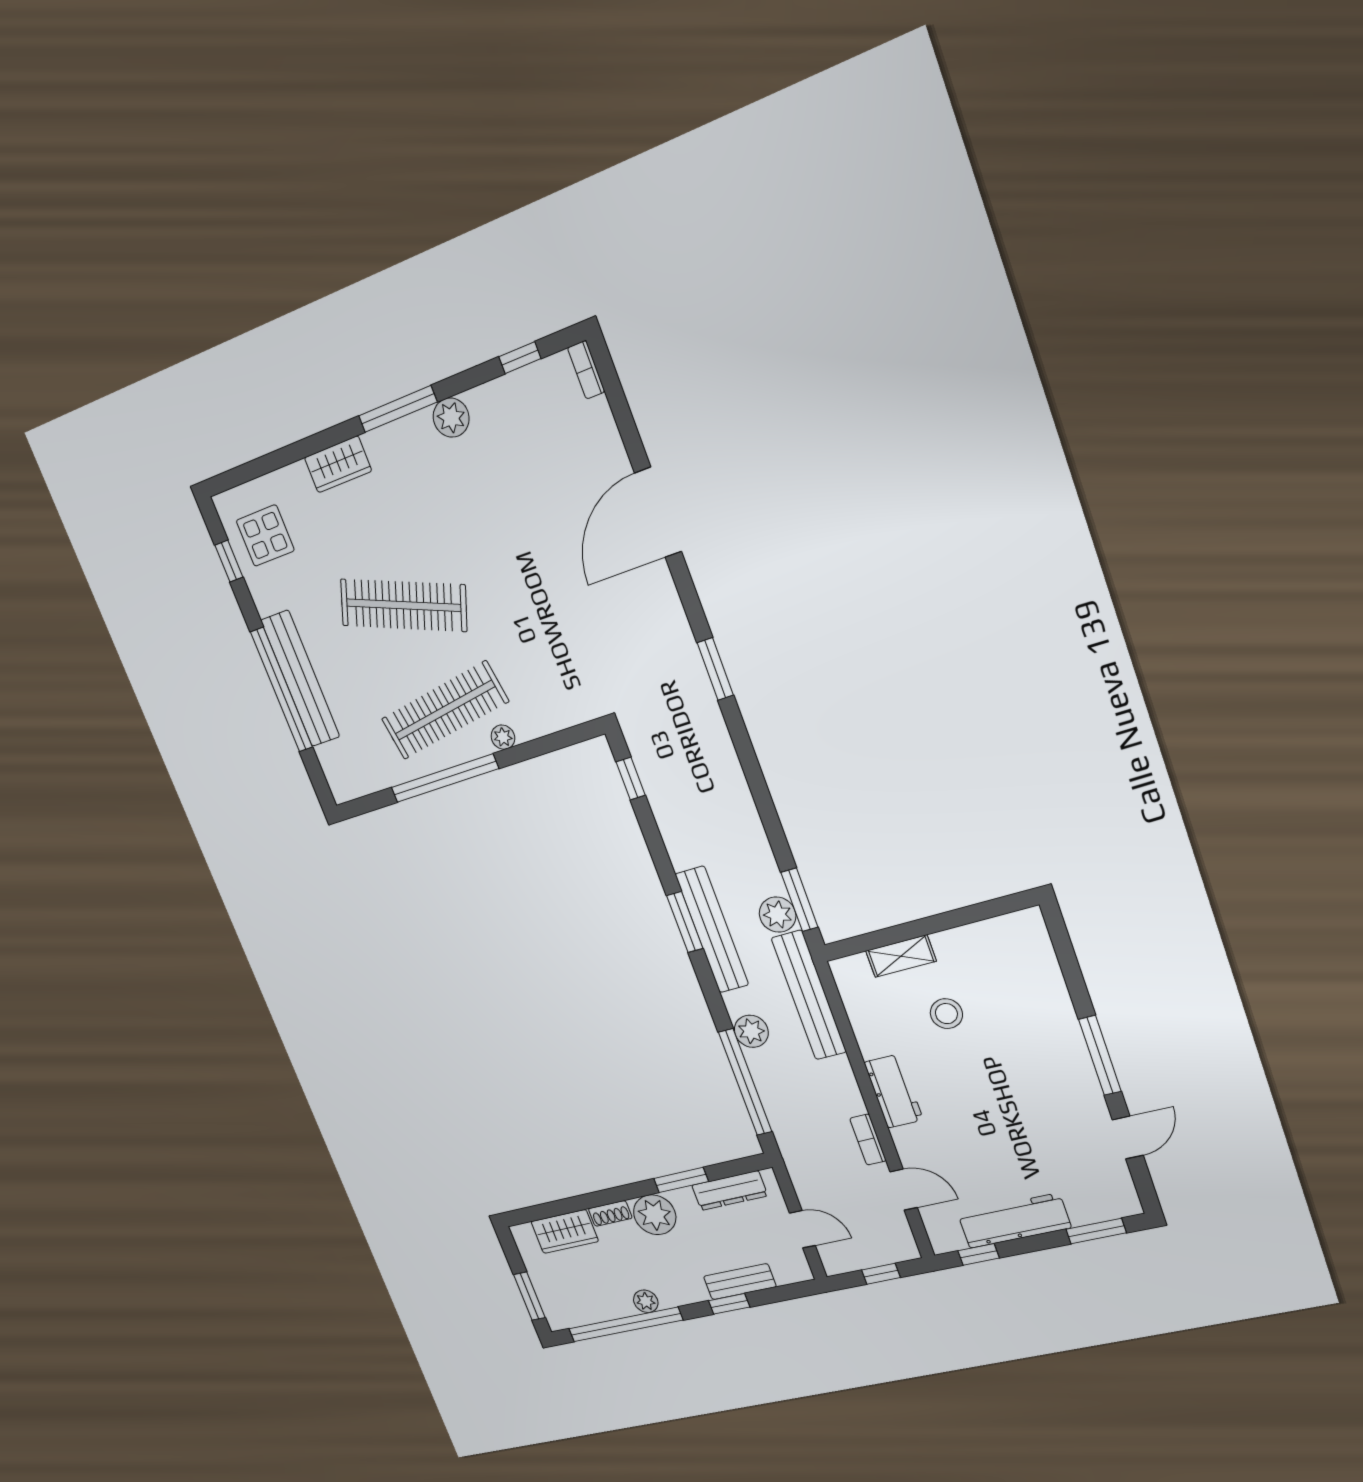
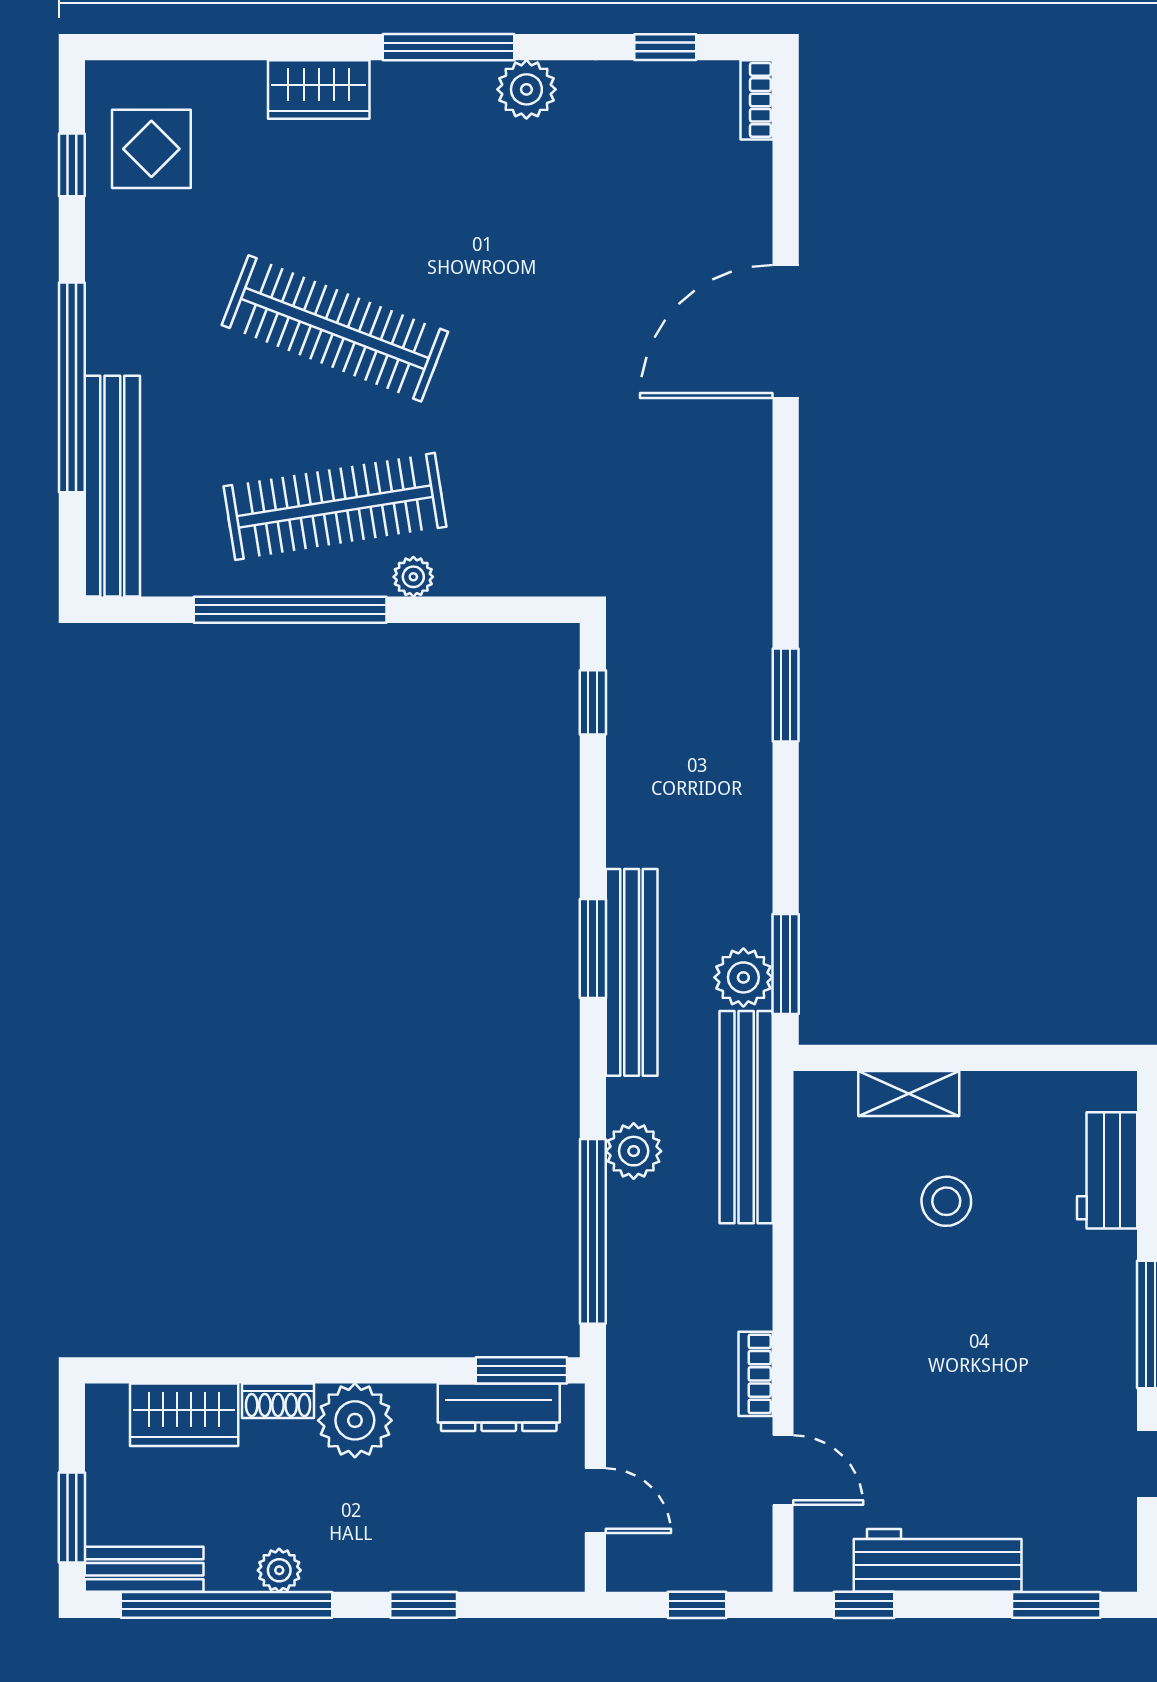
window: (715, 669) -> (786, 695), moved
bench: (300, 679) -> (112, 486), moved
workbench: (894, 1091) -> (1107, 1170), moved, turned 180
window: (681, 1180) -> (521, 1370), moved
bench: (740, 1282) -> (144, 1569), moved

